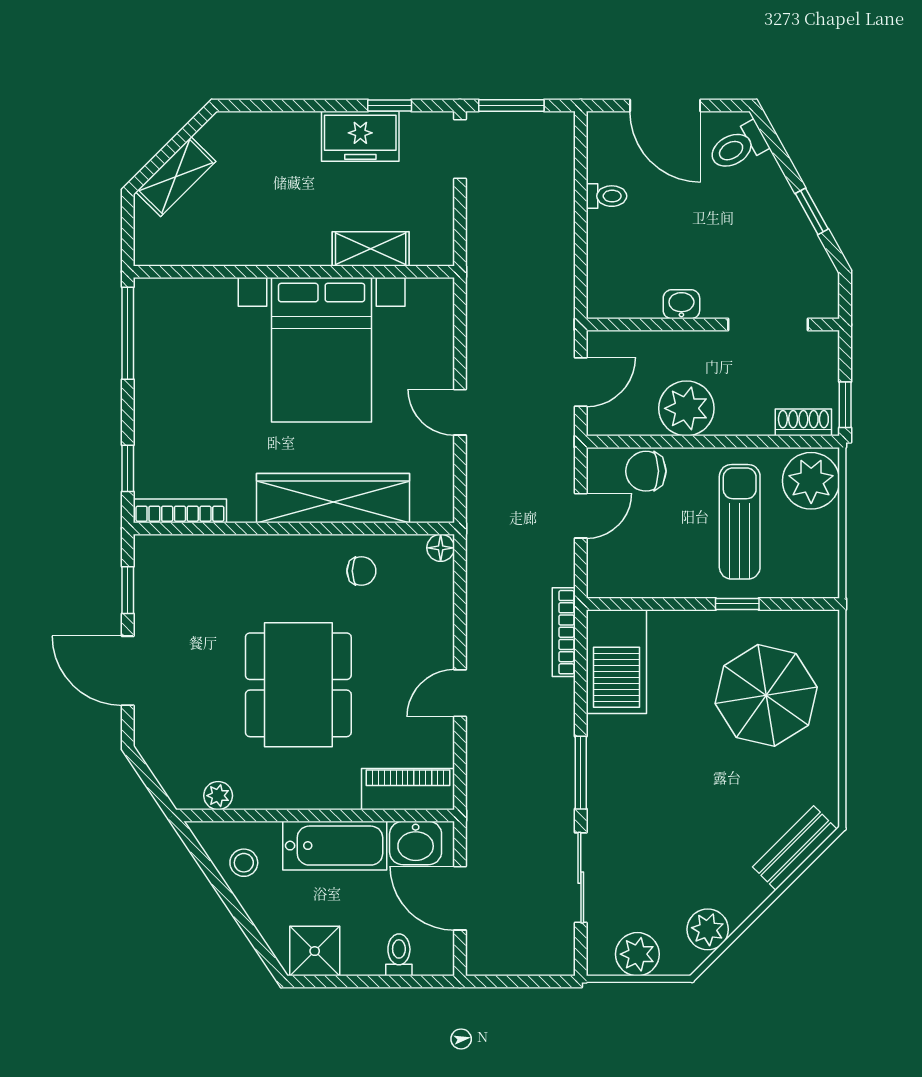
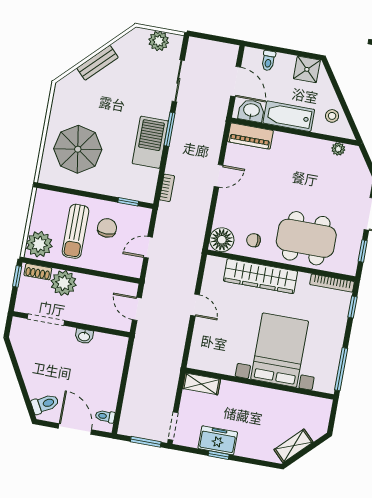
window: (390, 106) -> (219, 455), moved
shelving: (176, 177) -> (294, 446), moved
toilet: (607, 196) -> (105, 416), moved
window: (812, 211) -> (16, 368), removed
shelving: (371, 249) -> (202, 384), moved
bed with nightstands: (322, 350) -> (280, 350), moved
door: (581, 382) -> (137, 309), hinge flipped
plant: (686, 408) -> (64, 283), moved
chair: (646, 471) -> (107, 228), moved, turned -90
floor lamp: (441, 548) -> (222, 240), width x1.89, depth x1.89
window: (737, 604) -> (128, 202), moved
bookcase: (564, 632) -> (167, 188), width x0.64
barbecue: (616, 662) -> (150, 142), moved
dining table: (298, 685) -> (306, 238), moved, turned 90
bench: (795, 848) -> (97, 63), moved
plant: (708, 929) -> (124, 46), removed

